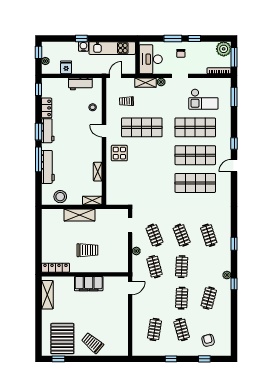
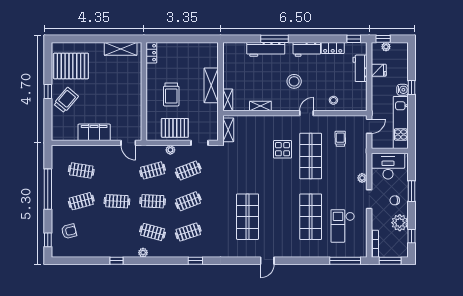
window: (194, 38) -> (412, 236), moved
plant: (224, 49) -> (400, 223), moved
window: (39, 52) -> (383, 39), moved
door: (116, 76) -> (369, 126), hinge flipped
shelving: (146, 83) -> (228, 130), moved
workbench: (80, 84) -> (360, 68), moved
window: (234, 97) -> (345, 261), width x1.44
window: (39, 132) -> (306, 39), removed
window: (234, 143) -> (292, 261), removed
display table: (119, 153) -> (282, 149), moved
shop shelf: (195, 155) -> (279, 217), removed
door: (234, 166) -> (267, 261), swing flipped
stool: (60, 197) -> (294, 81), moved
window: (234, 244) -> (195, 261), moved
pallet: (117, 247) -> (175, 128), added
locker: (55, 268) -> (151, 53), width x0.66
filing cabinet: (89, 284) -> (94, 132), moved, turned 90
window: (234, 284) -> (116, 261), moved
clothes rail: (209, 298) -> (153, 232), moved
window: (58, 359) -> (48, 91), moved
window: (171, 359) -> (48, 189), width x3.17
window: (204, 359) -> (48, 240), moved

